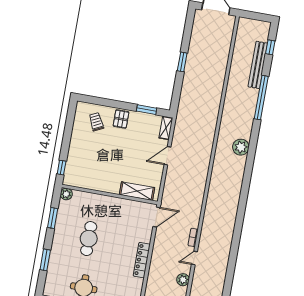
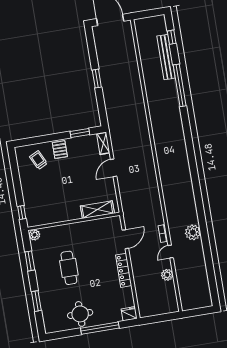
plant: (241, 147) -> (193, 232), moved
door: (157, 217) -> (125, 239), moved

